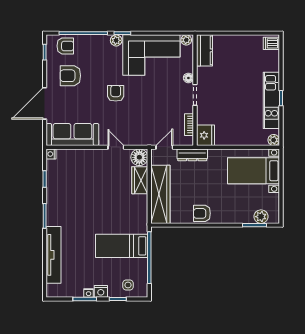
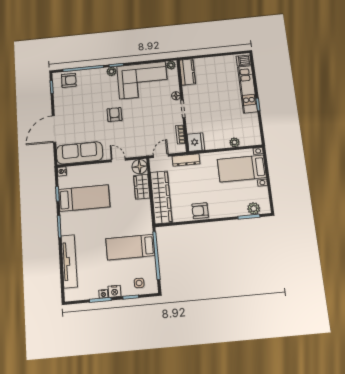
armchair: (70, 76) -> (75, 104), removed
kitchen unit: (271, 100) -> (248, 89), moved
plant: (274, 140) -> (235, 142), moved
bed: (74, 187) -> (84, 198), added

